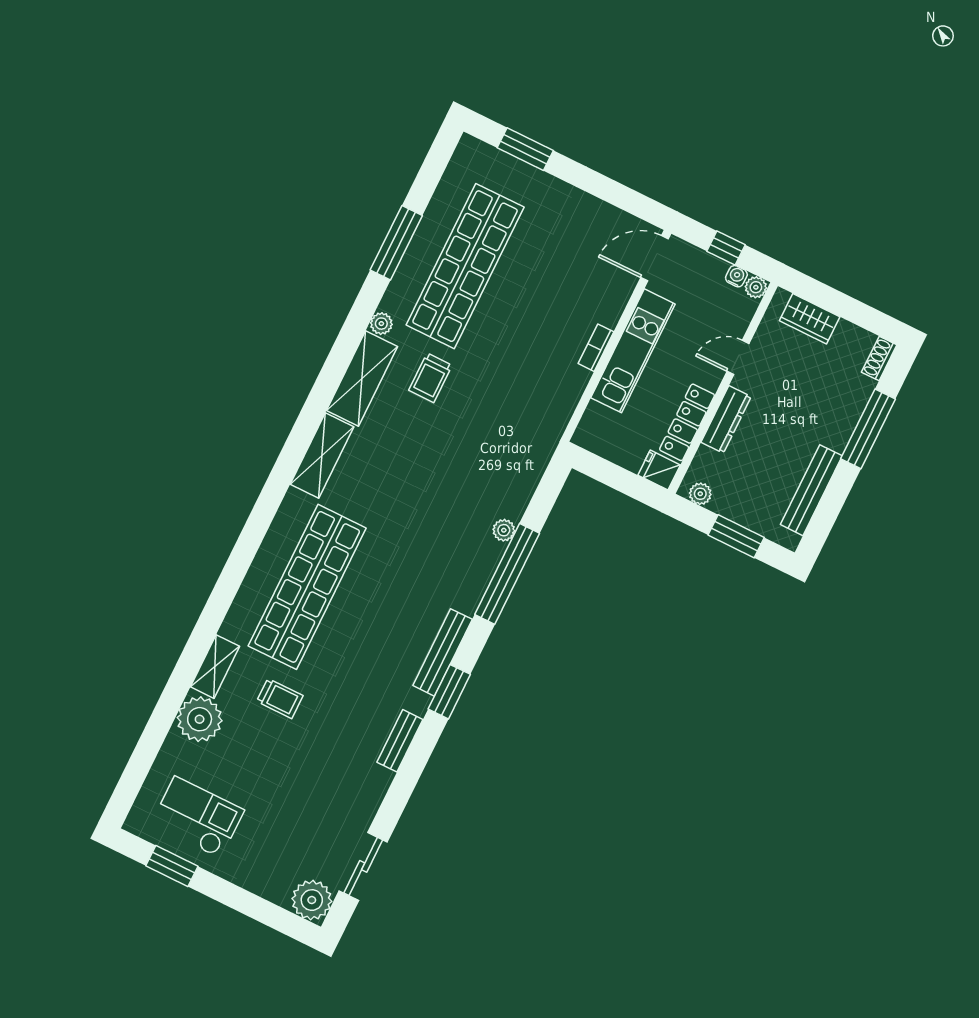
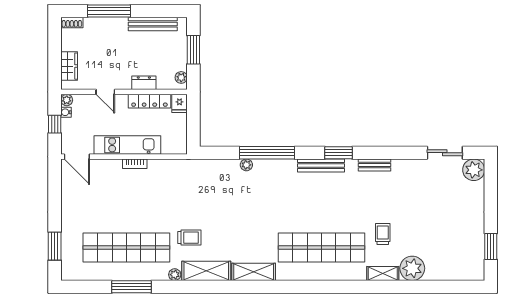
dresser: (726, 419) -> (144, 83), width x0.70
checkout: (198, 817) -> (461, 246), removed

